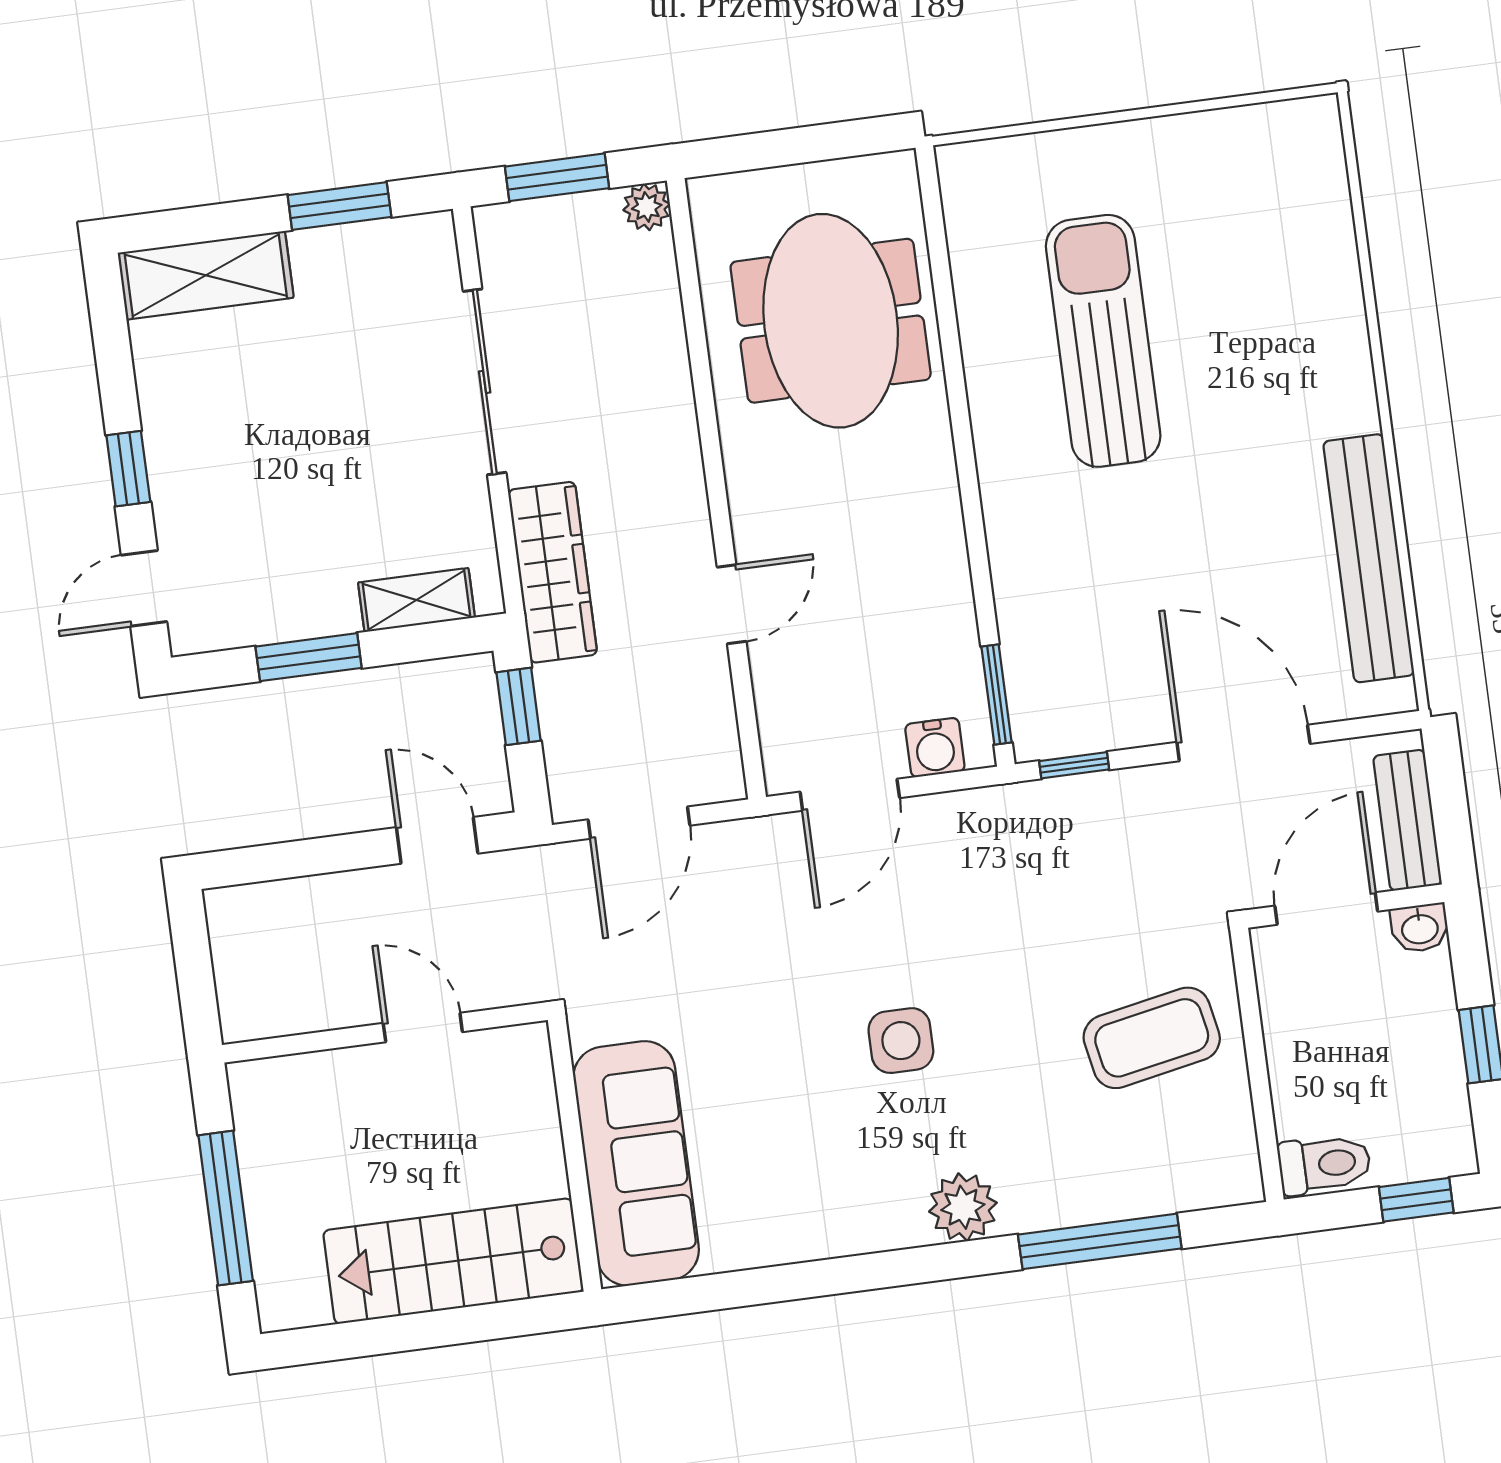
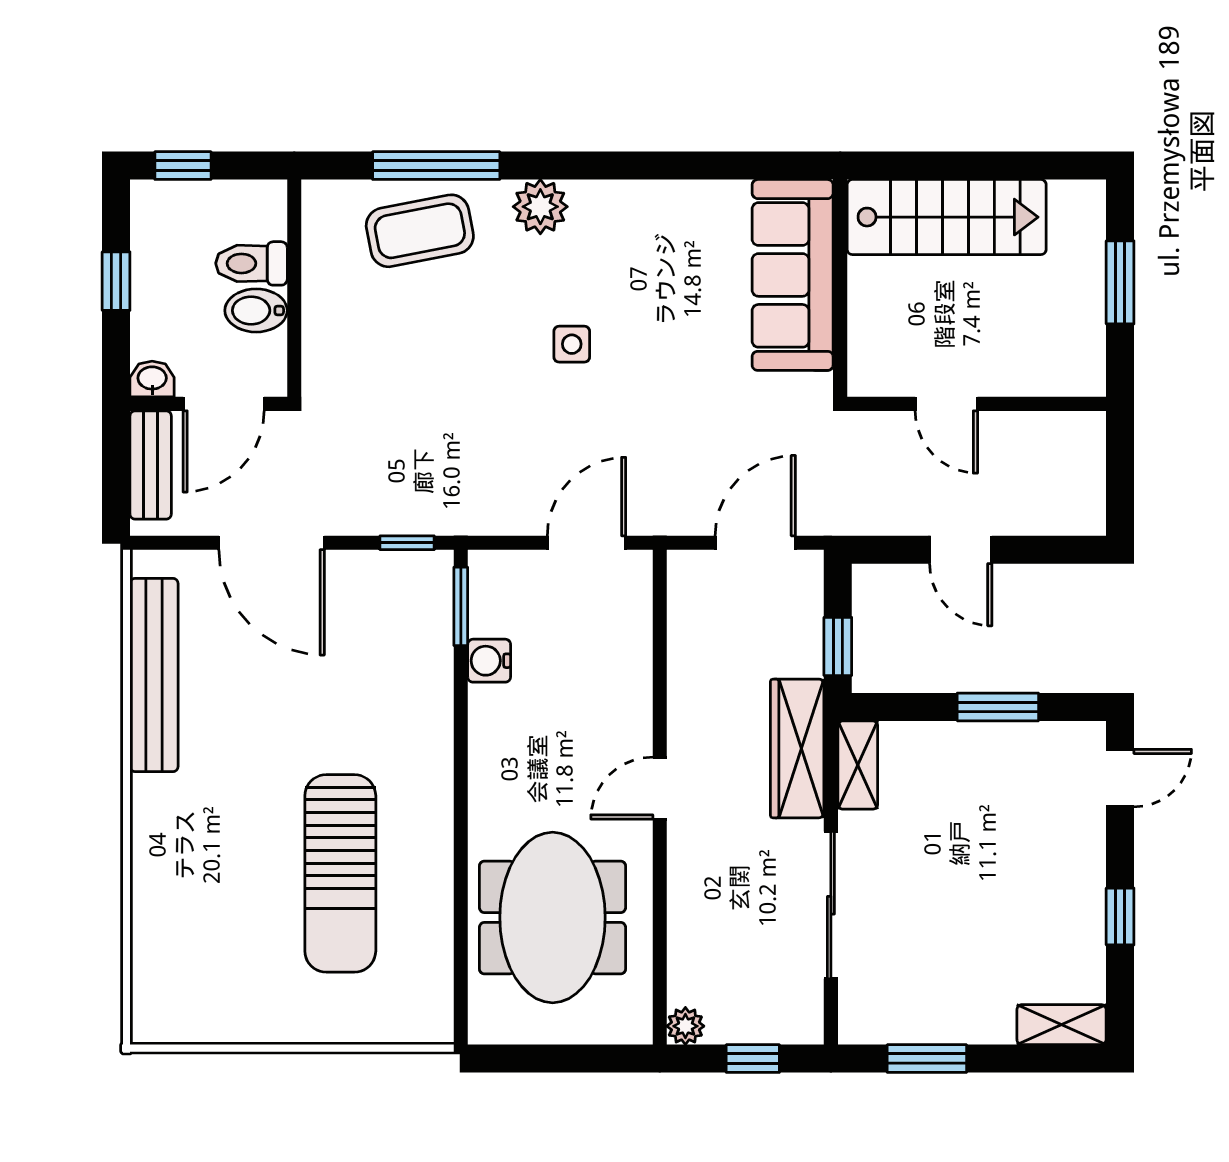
window: (557, 177) -> (753, 1059), width x0.67
shelving: (206, 275) -> (1062, 1025), width x0.67, depth x0.75
window: (128, 469) -> (1120, 916), moved
shelving: (416, 600) -> (858, 765), moved, turned 90
door: (732, 604) -> (660, 788), moved
water cooler: (935, 748) -> (489, 661), moved, turned -90
door: (437, 840) -> (961, 550), moved
bidet: (1301, 1031) -> (256, 310), added
coffee table: (1152, 1038) -> (420, 231), moved
side table: (901, 1041) -> (572, 344), width x0.73, depth x0.73
toilet: (1324, 1164) -> (251, 263), moved
window: (226, 1208) -> (1120, 282), width x0.69

